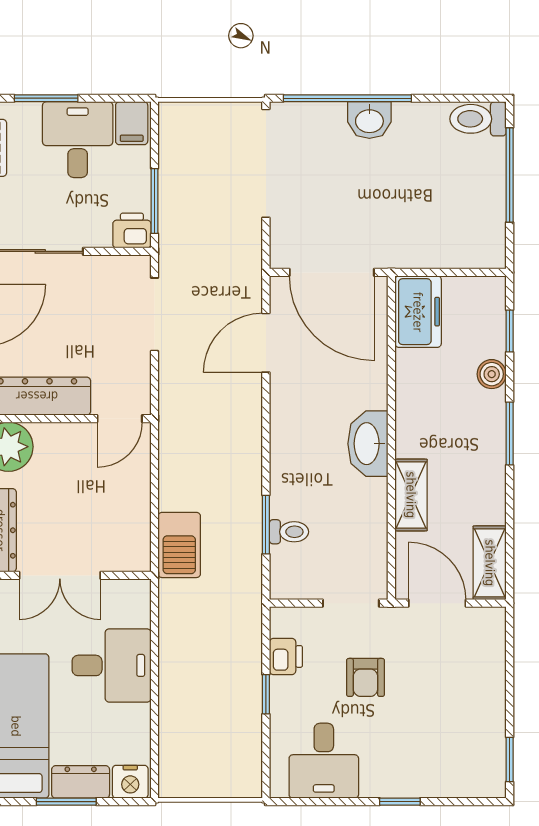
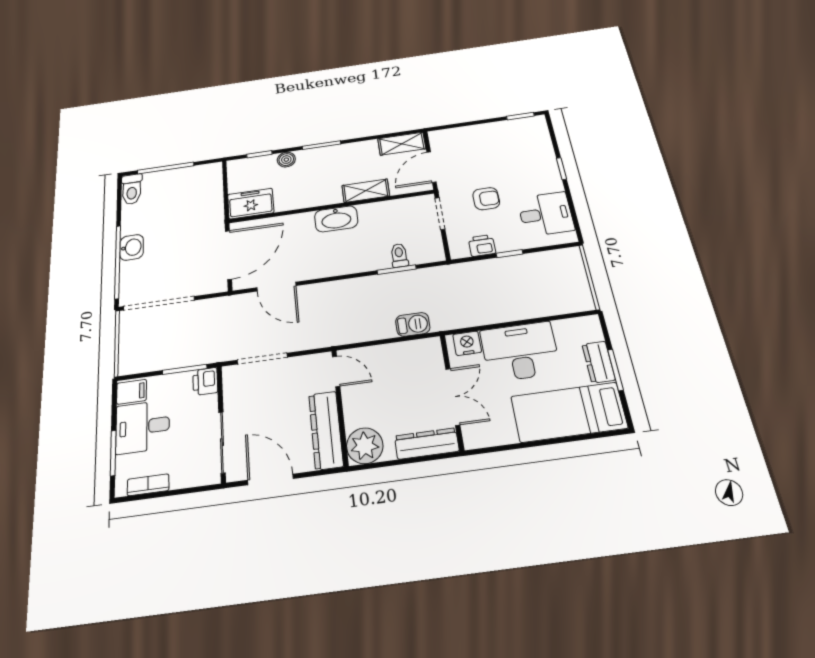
barbecue: (179, 545) -> (413, 324), width x0.73, depth x0.79
desk: (112, 665) -> (520, 351), width x1.37
nightstand: (130, 782) -> (467, 343), moved, turned -90

